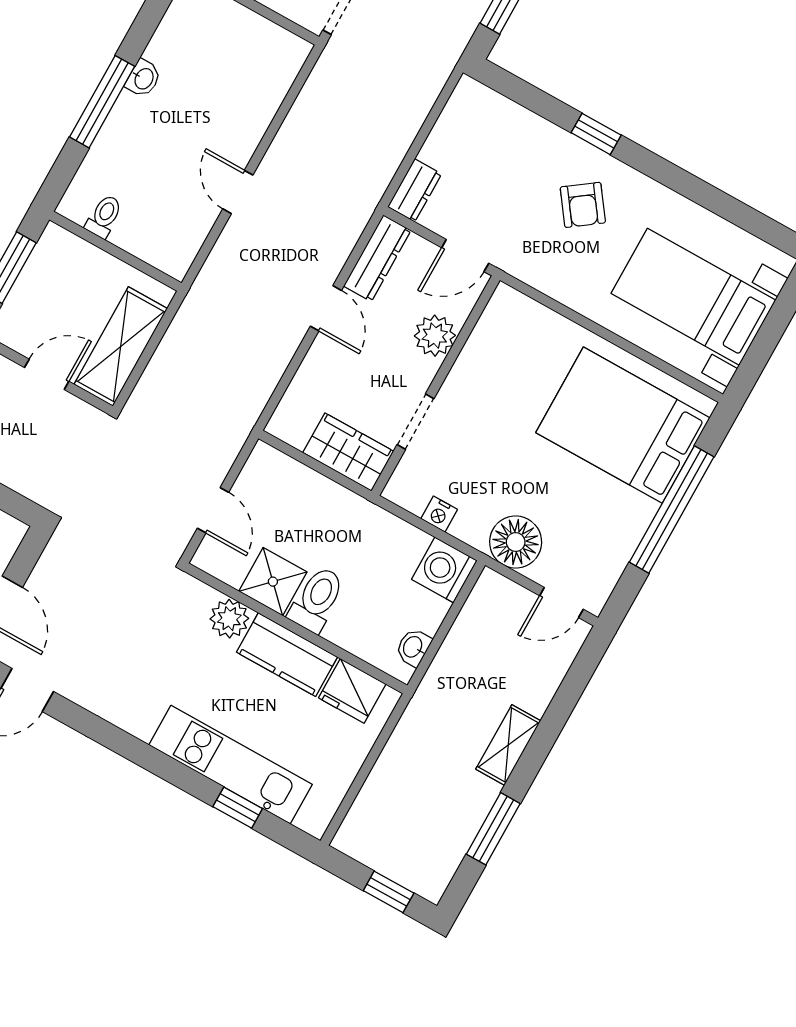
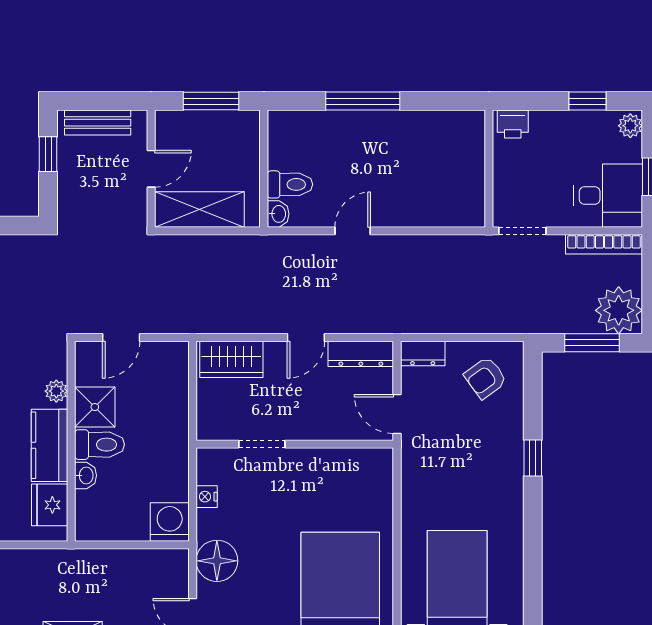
washbasin: (143, 78) -> (278, 214), moved, turned -90
armchair: (583, 205) -> (485, 378), moved
toilet: (104, 216) -> (290, 184), moved, width x1.37, depth x1.39
plant: (435, 336) -> (329, 424), removed
door: (47, 374) -> (151, 169), hinge flipped
wardrobe: (348, 452) -> (231, 359), moved, turned 90
plant: (229, 619) -> (56, 391), width x0.73, depth x0.73
washbasin: (413, 647) -> (86, 475), moved, turned 90

